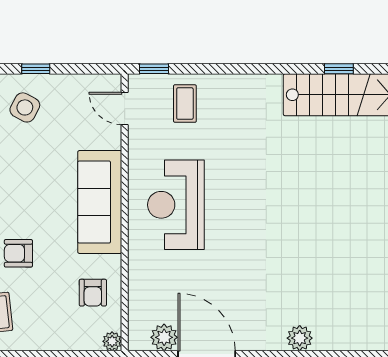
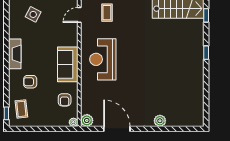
door: (125, 109) -> (79, 15), hinge flipped
sofa: (100, 202) -> (68, 64), width x0.73
plant: (164, 337) -> (87, 120), moved

